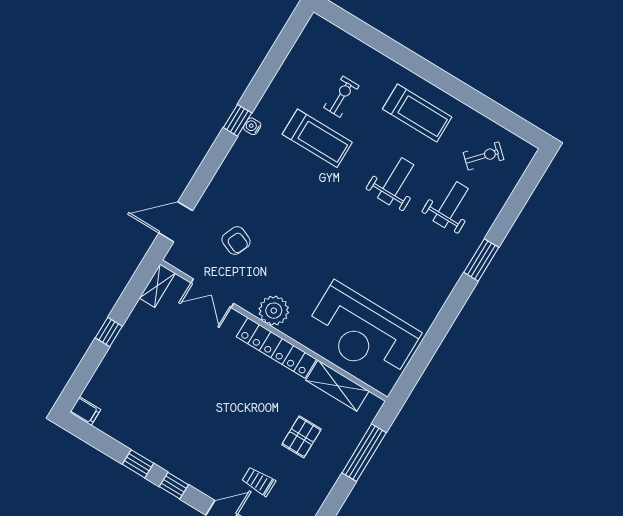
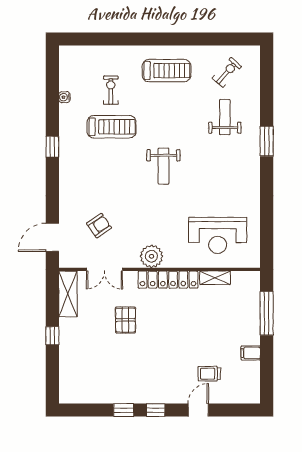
water cooler: (252, 126) -> (64, 97), moved
weight bench: (396, 181) -> (163, 166), moved, turned 180
armchair: (236, 241) -> (99, 226), turned -57
shelving: (157, 286) -> (68, 294), width x1.50, depth x1.33
reception desk: (362, 332) -> (218, 235), width x0.74, depth x0.77
shelving: (337, 386) -> (215, 278), width x0.67, depth x0.75
filing cabinet: (85, 411) -> (251, 353), moved, turned 180
pallet: (301, 437) -> (125, 320), moved

